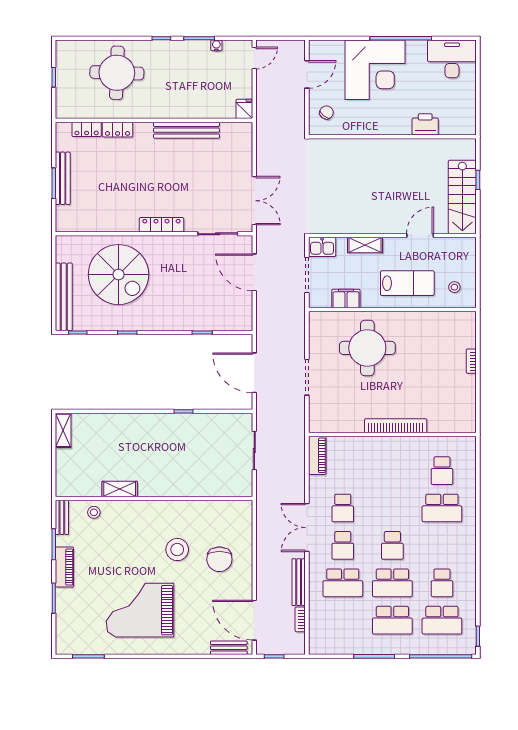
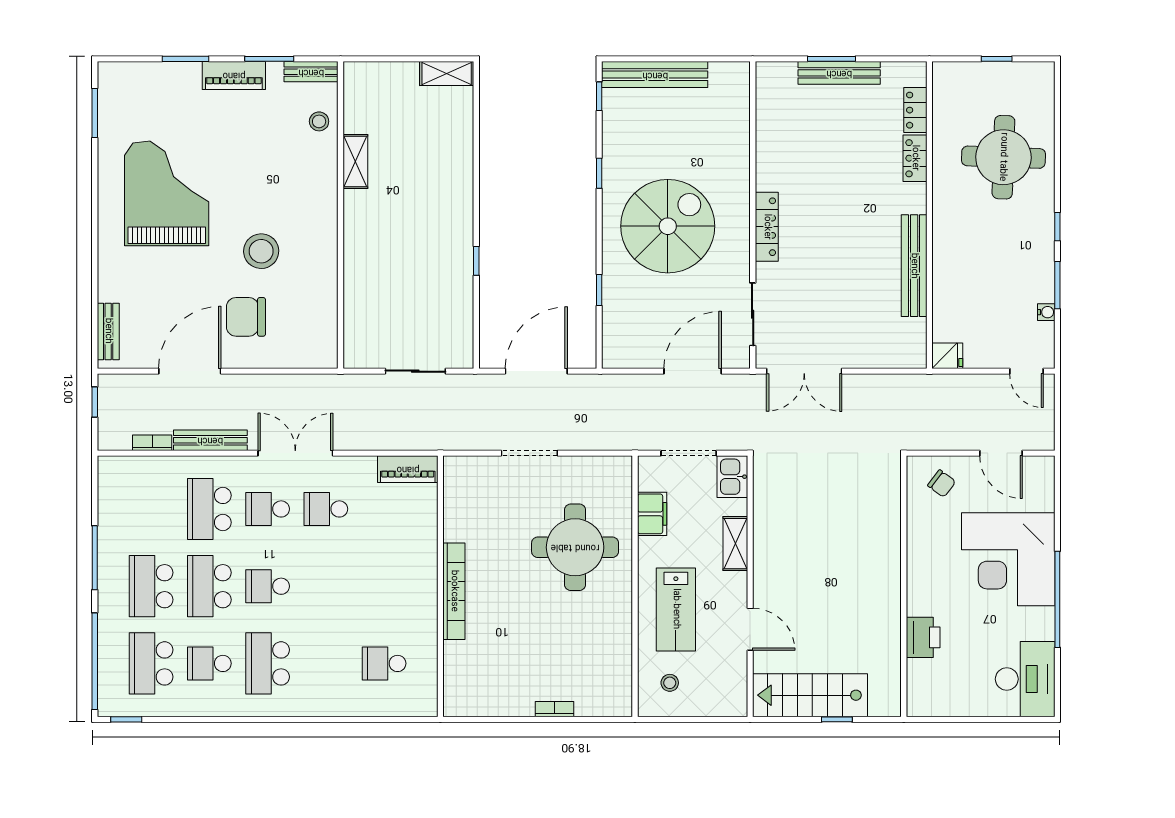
spiral stairs: (119, 275) -> (668, 226), moved, turned 180
school desk: (442, 508) -> (268, 663), moved
door: (254, 620) -> (190, 371), moved

